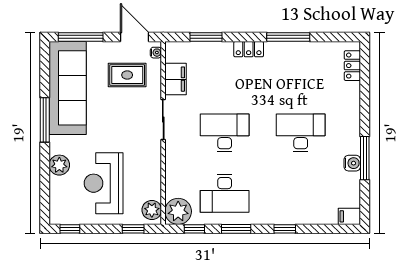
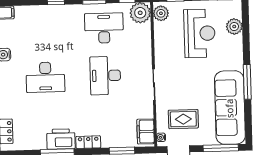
printer: (283, 54) -> (61, 139), added
filing cabinet: (176, 79) -> (146, 131), moved
desk: (225, 133) -> (105, 76), turned 90
plant: (59, 165) -> (234, 27), moved

